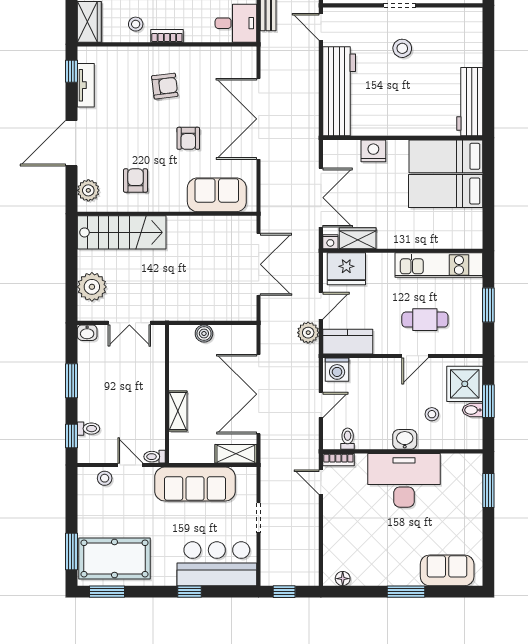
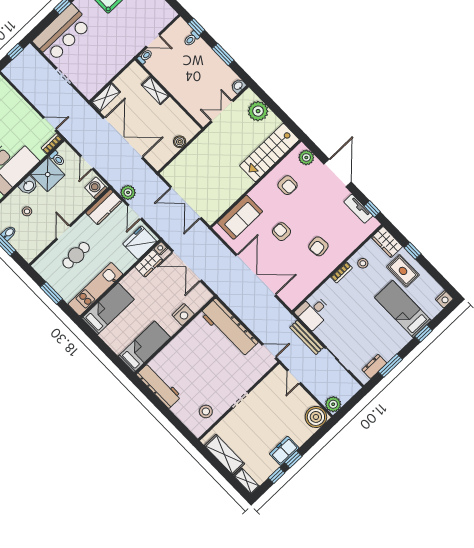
stool: (402, 48) -> (206, 411), moved
bed: (446, 191) -> (108, 309), moved
shower: (465, 384) -> (48, 175), moved
stool: (105, 478) -> (159, 22), removed
sofa: (195, 484) -> (112, 62), removed

